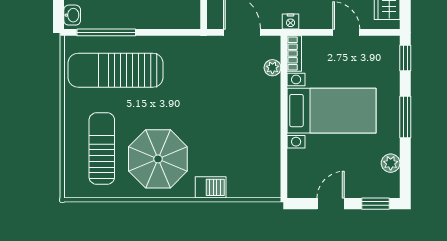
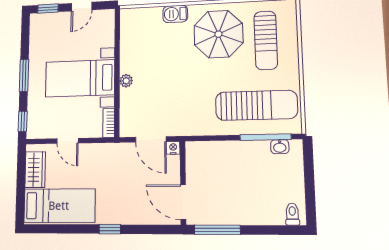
washbasin: (72, 15) -> (280, 147), moved, turned -90
nightstand: (291, 22) -> (173, 148), moved
plant: (272, 68) -> (126, 81), moved
plant: (391, 163) -> (36, 40), removed

